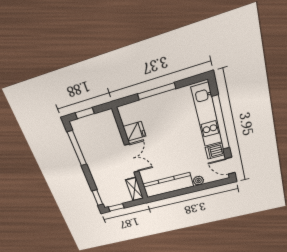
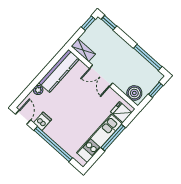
kitchen unit: (207, 115) -> (99, 138), moved, turned -90
boiler: (108, 123) -> (134, 93), added
fridge: (134, 131) -> (121, 112), moved, turned 90
door: (230, 166) -> (23, 117), hinge flipped

